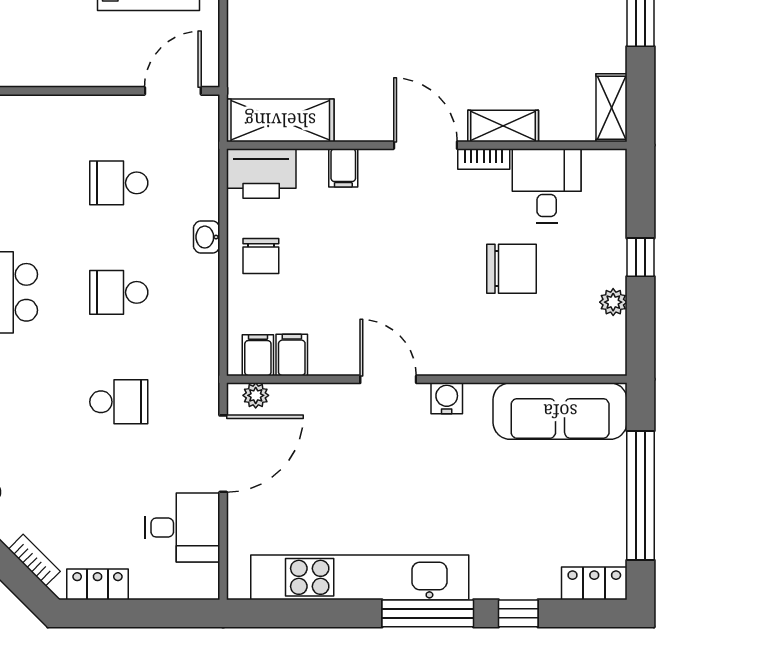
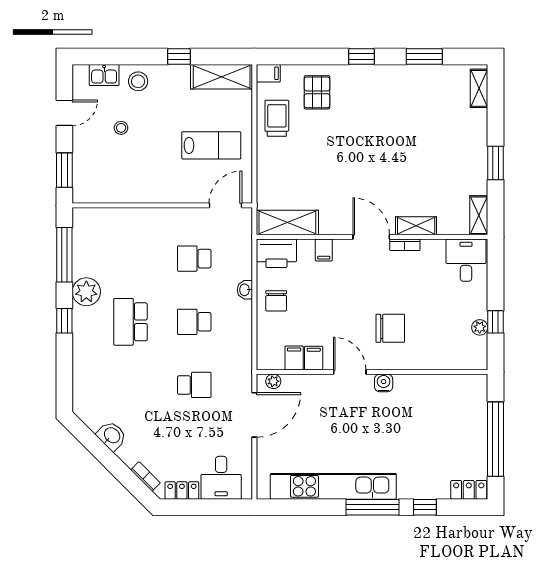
desk: (547, 186) -> (466, 260), moved
window: (640, 257) -> (495, 322), moved
chair: (512, 269) -> (390, 328), moved
filing cabinet: (258, 355) -> (314, 358), moved
sofa: (560, 411) -> (449, 390), removed
desk: (182, 528) -> (221, 478), moved, turned 90

